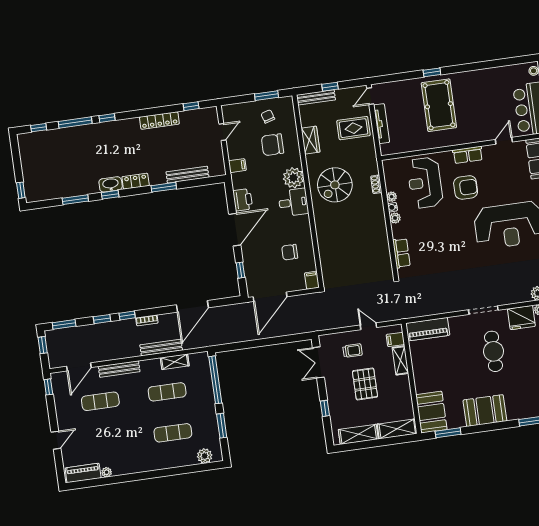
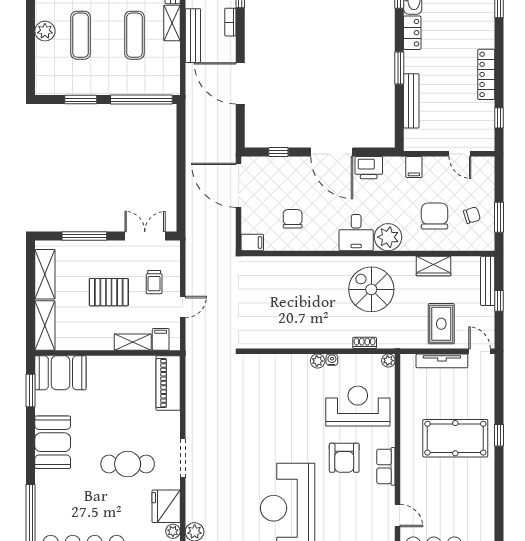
plant: (392, 197) -> (388, 361), moved
row of seats: (401, 253) -> (271, 363), removed
shelving: (175, 362) -> (172, 23), moved
window: (325, 408) -> (84, 236), width x2.17
plant: (205, 456) -> (45, 31), moved

